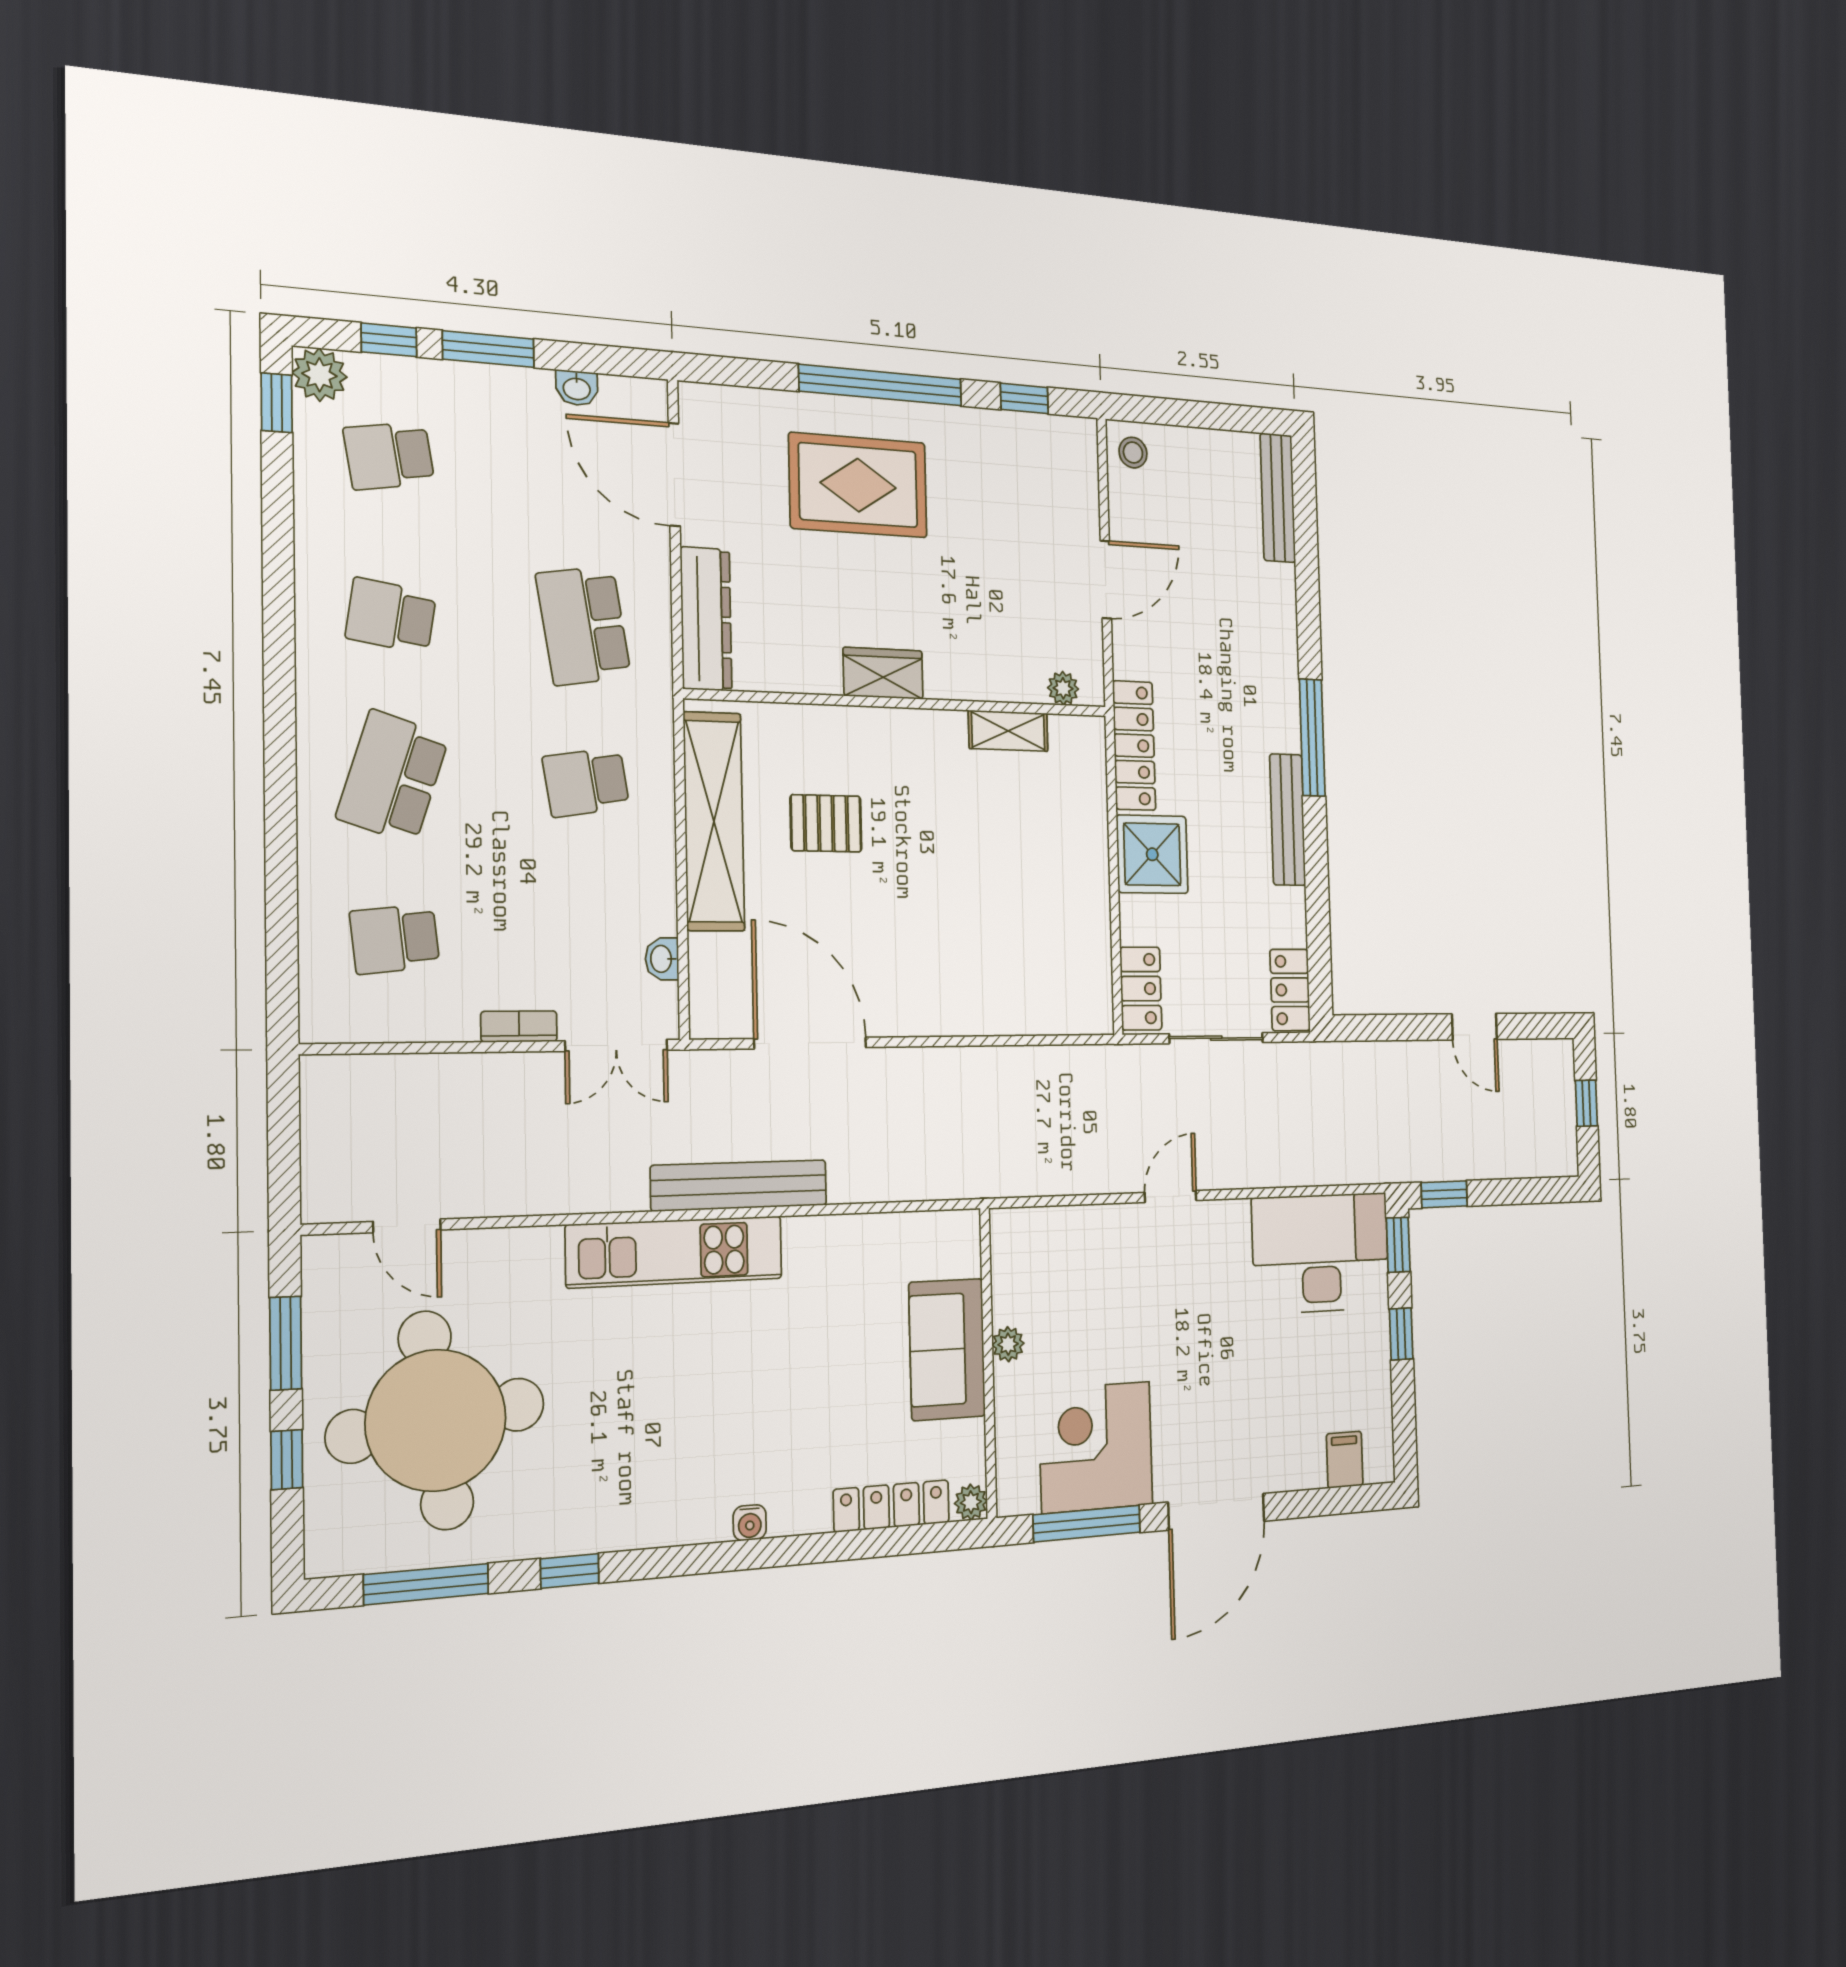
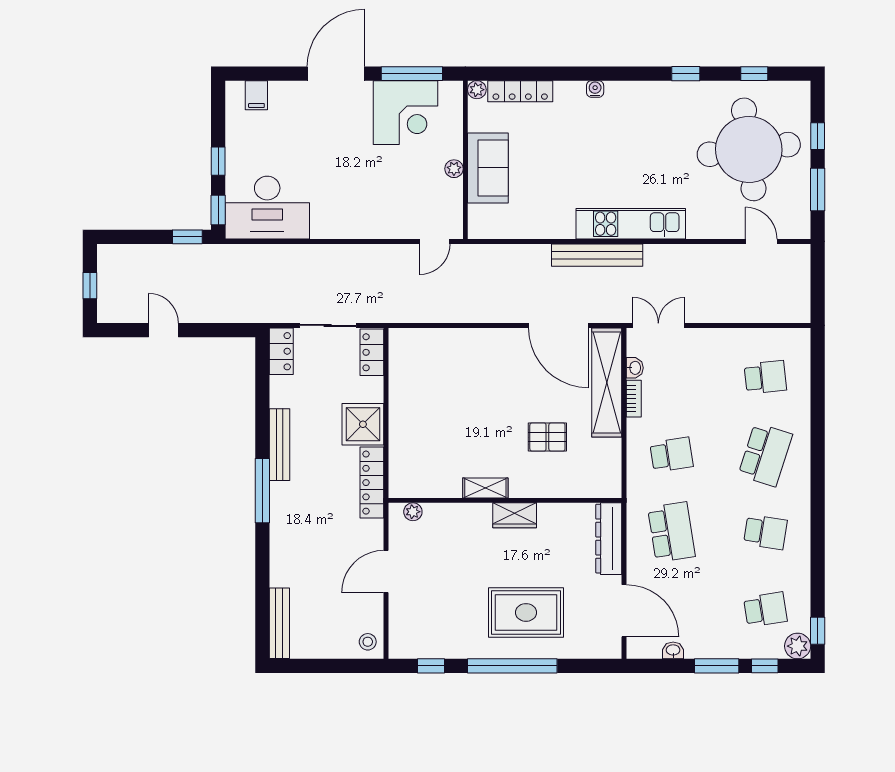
shelving: (1008, 731) -> (485, 488), moved
shelving: (714, 821) -> (607, 382), moved
bookcase: (519, 1026) -> (634, 399), moved, turned -90
door: (1171, 1196) -> (435, 241), moved
window: (426, 1584) -> (754, 74), width x0.46

